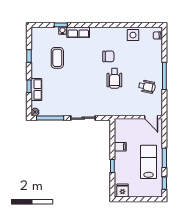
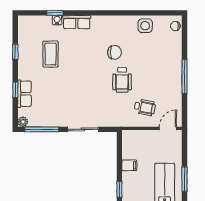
wheelchair: (147, 87) -> (145, 107), moved
door: (151, 117) -> (168, 128), swing flipped

